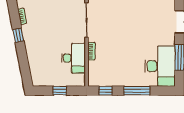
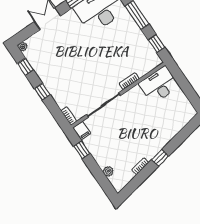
desk: (74, 58) -> (159, 85), moved
window: (60, 91) -> (185, 86), removed

